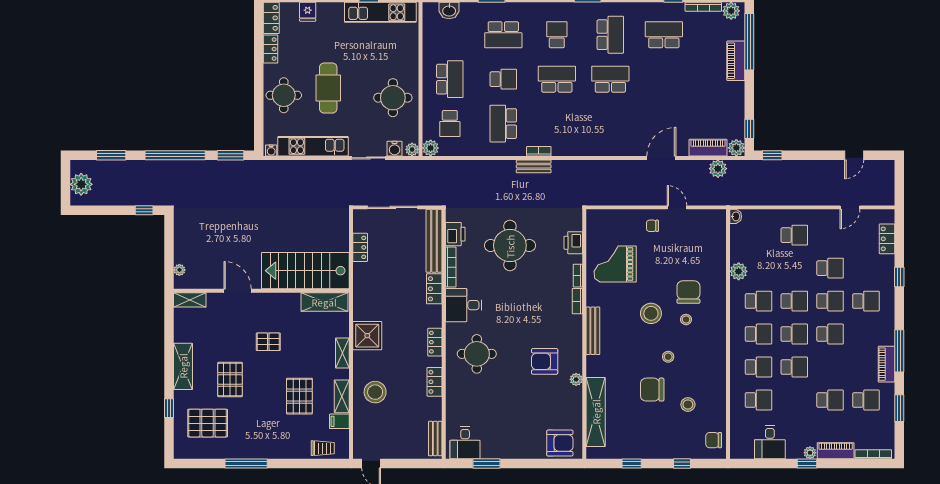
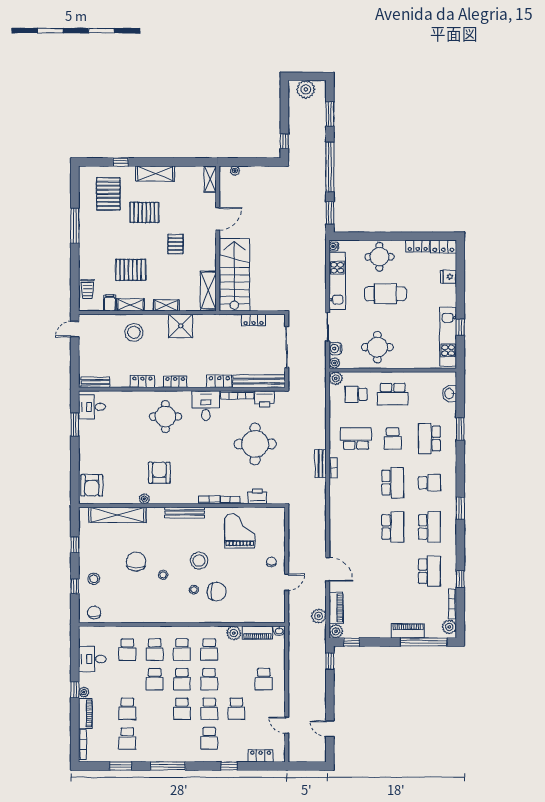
school desk: (610, 35) -> (429, 527), turned -90
piano: (886, 364) -> (257, 633), moved, turned 180
stool: (688, 405) -> (94, 579), moved

